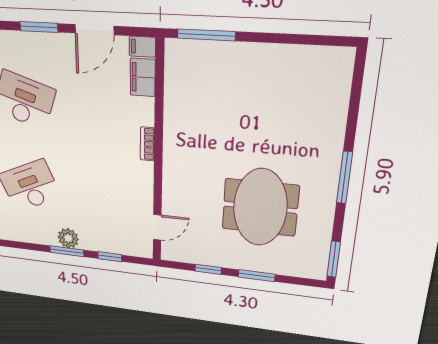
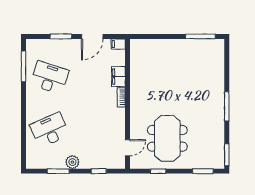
window: (206, 35) -> (200, 36), moved
filing cabinet: (143, 77) -> (118, 77), moved
meeting table: (260, 207) -> (167, 138), moved
window: (67, 251) -> (58, 171), moved
window: (257, 276) -> (203, 171), moved

